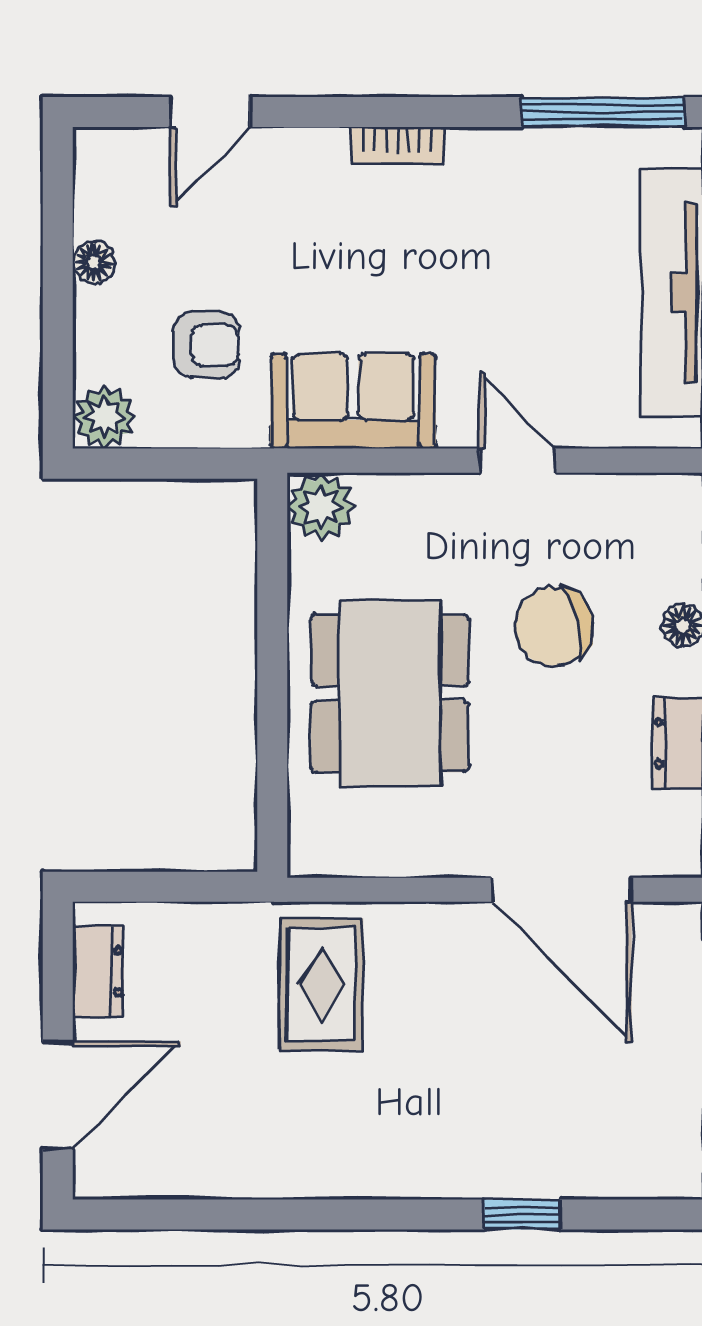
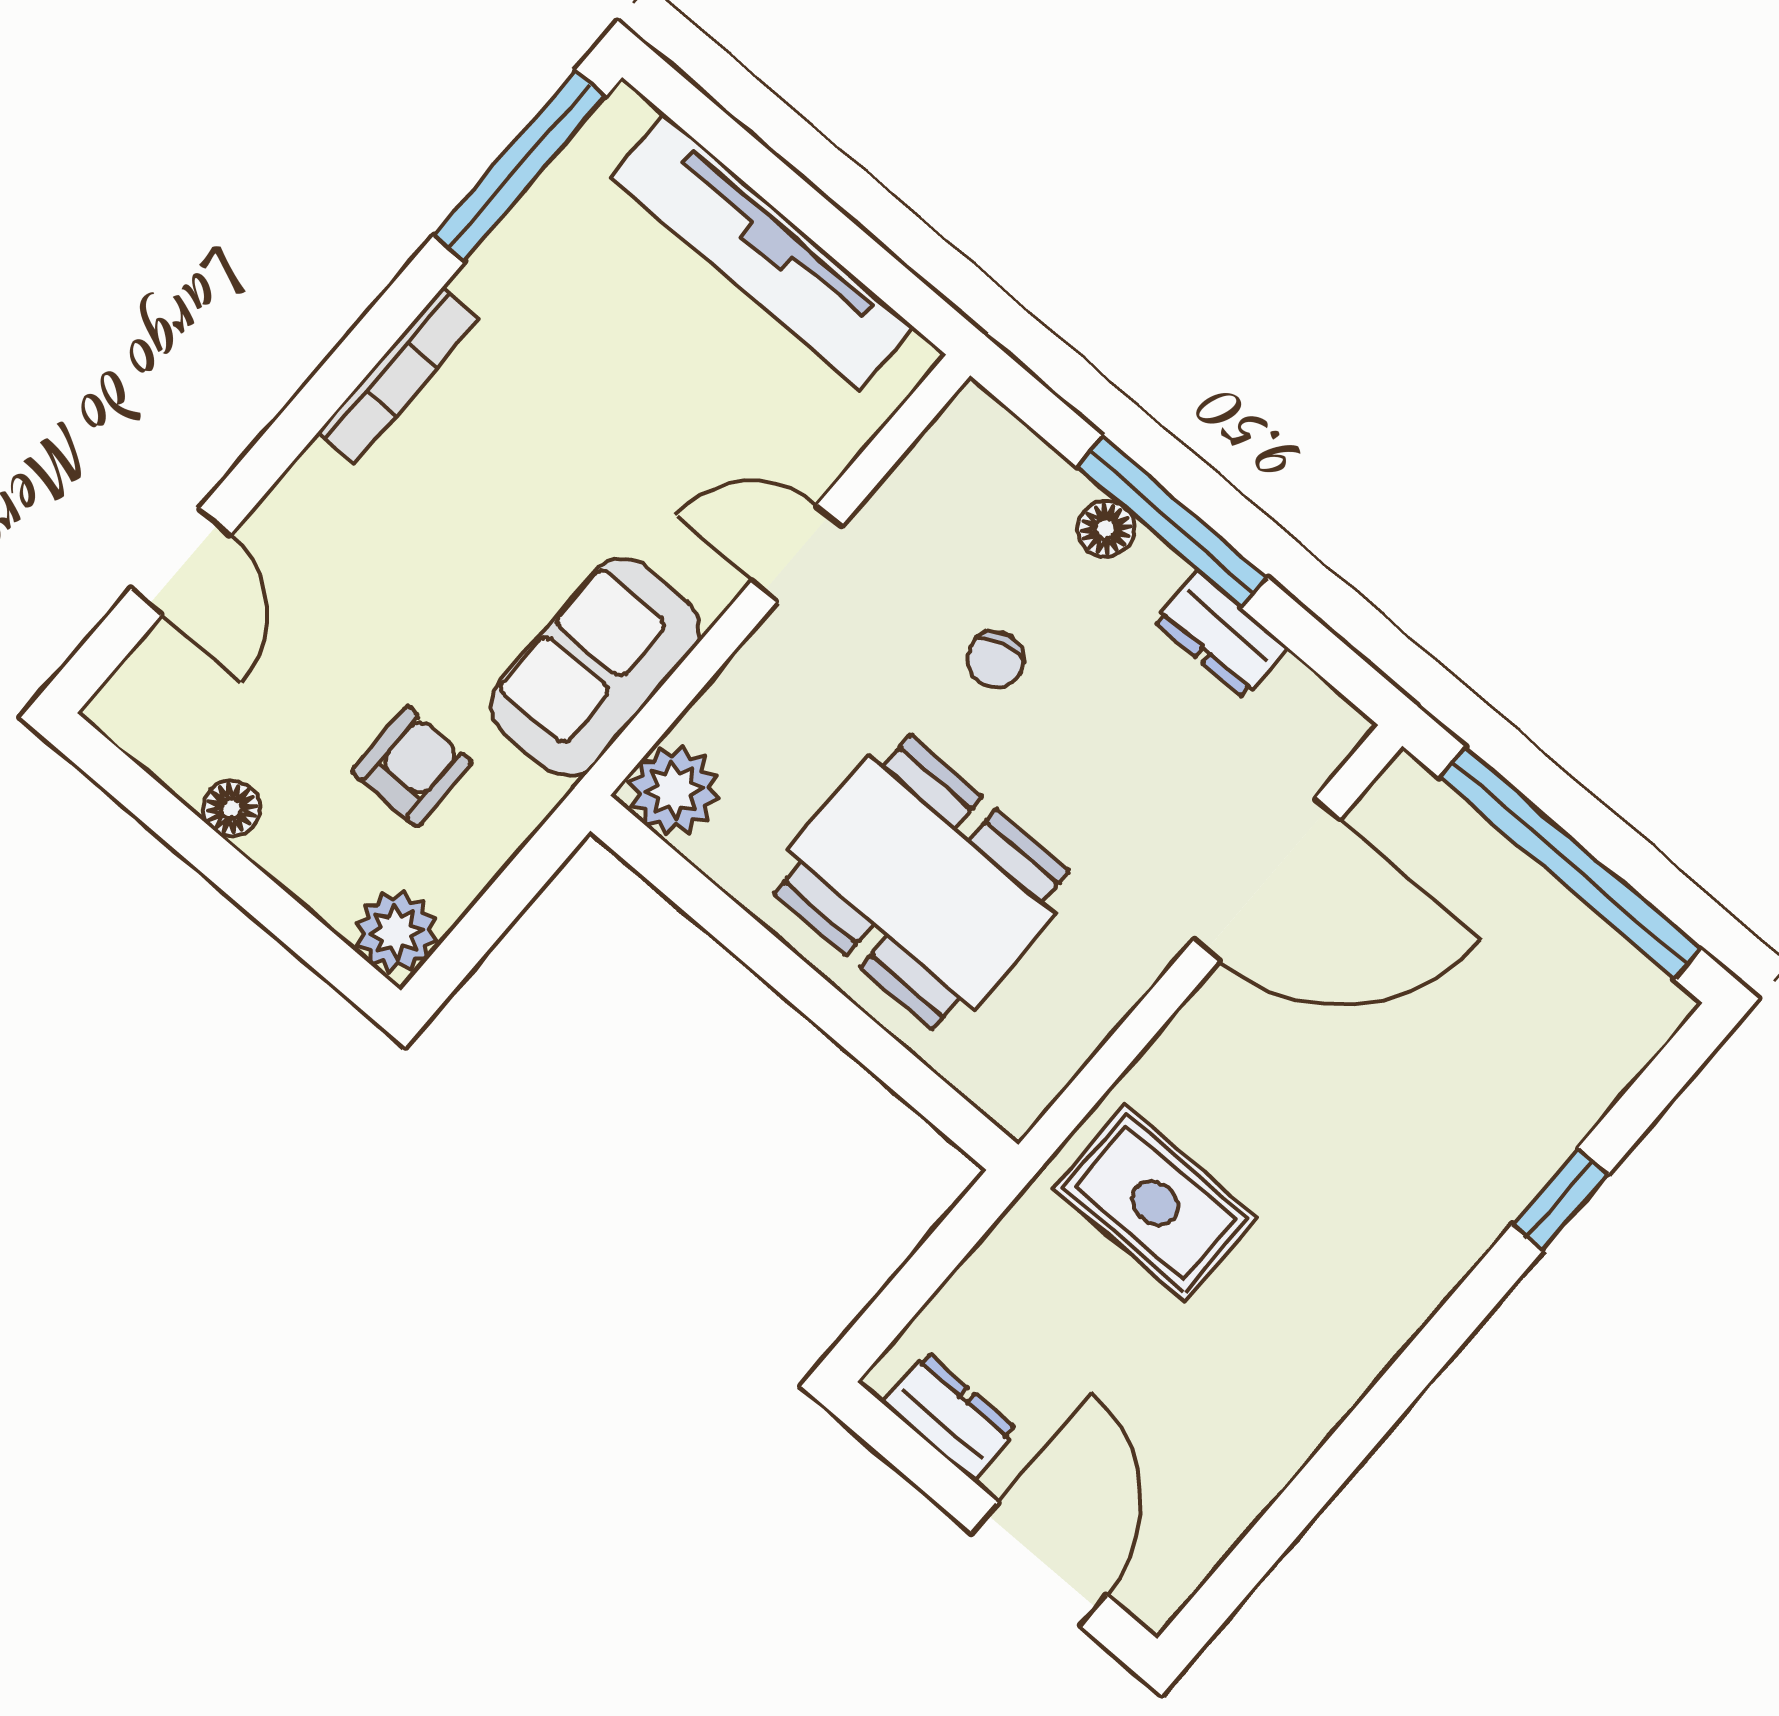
bookcase: (397, 145) -> (398, 376), width x1.56
chair: (554, 627) -> (995, 660), width x0.54, depth x0.54

